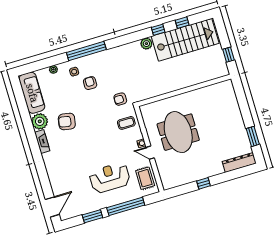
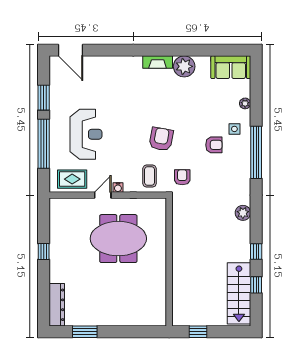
stairs: (185, 40) -> (239, 293), width x0.73, depth x0.66
plant: (146, 44) -> (243, 213), moved
sofa: (32, 93) -> (231, 67), width x0.73
armchair: (67, 122) -> (161, 139), moved

